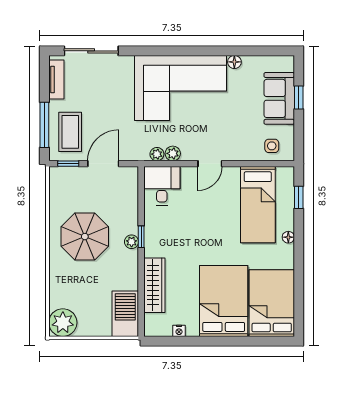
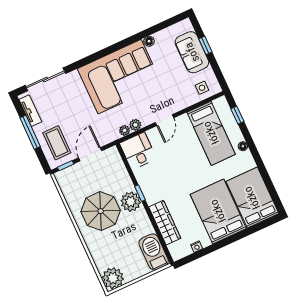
window: (44, 125) -> (30, 132), moved
plant: (132, 242) -> (131, 202), width x1.87, depth x1.87

